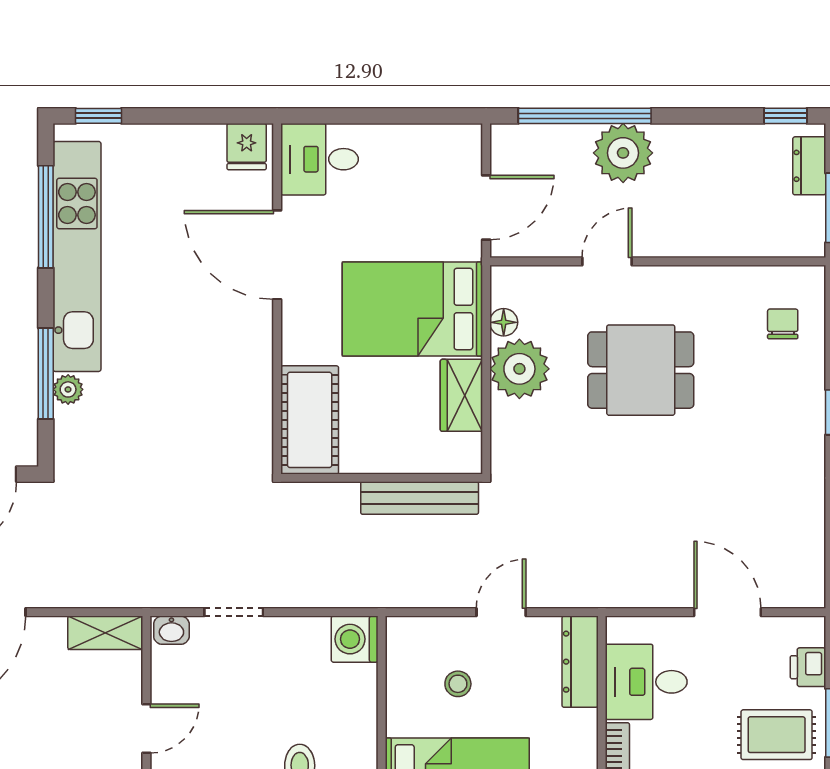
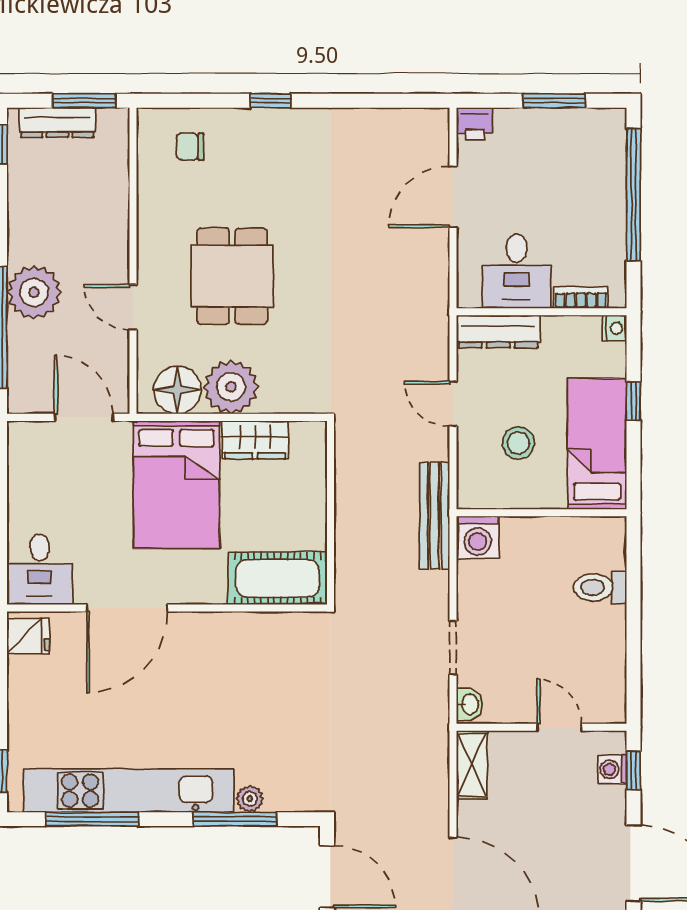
dresser: (809, 166) -> (57, 122), width x1.44
floor lamp: (504, 322) -> (177, 390), width x1.89, depth x1.89
bench: (420, 498) -> (435, 516), moved
printer: (808, 667) -> (475, 124), moved
stool: (458, 684) -> (518, 443), width x1.37, depth x1.37
rug: (777, 735) -> (565, 152), removed

